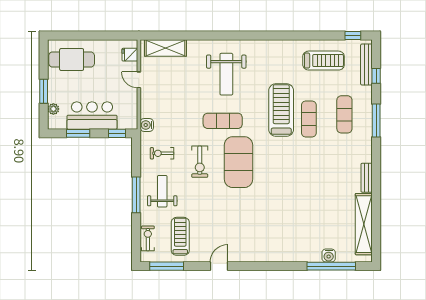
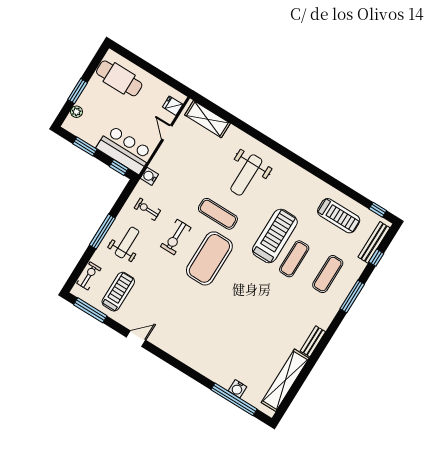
bar counter: (92, 116) -> (125, 150), moved

